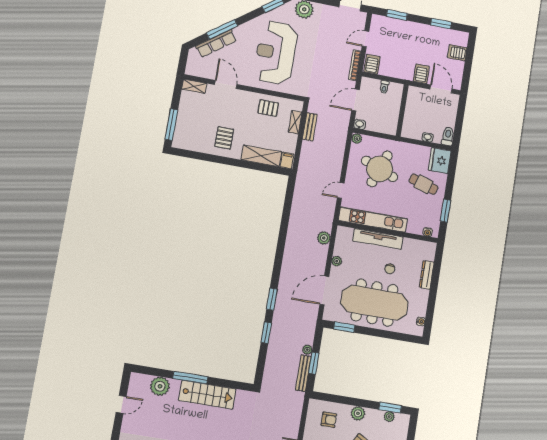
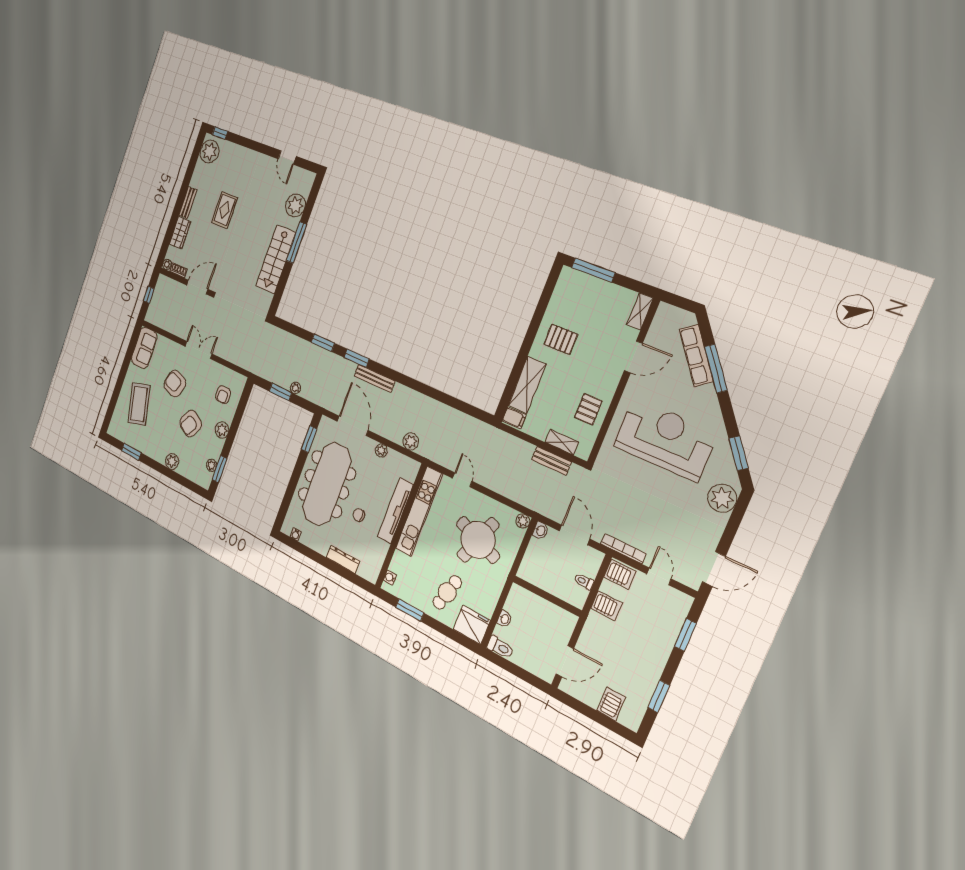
server rack: (421, 74) -> (606, 606), moved
bench: (303, 373) -> (375, 378), moved

